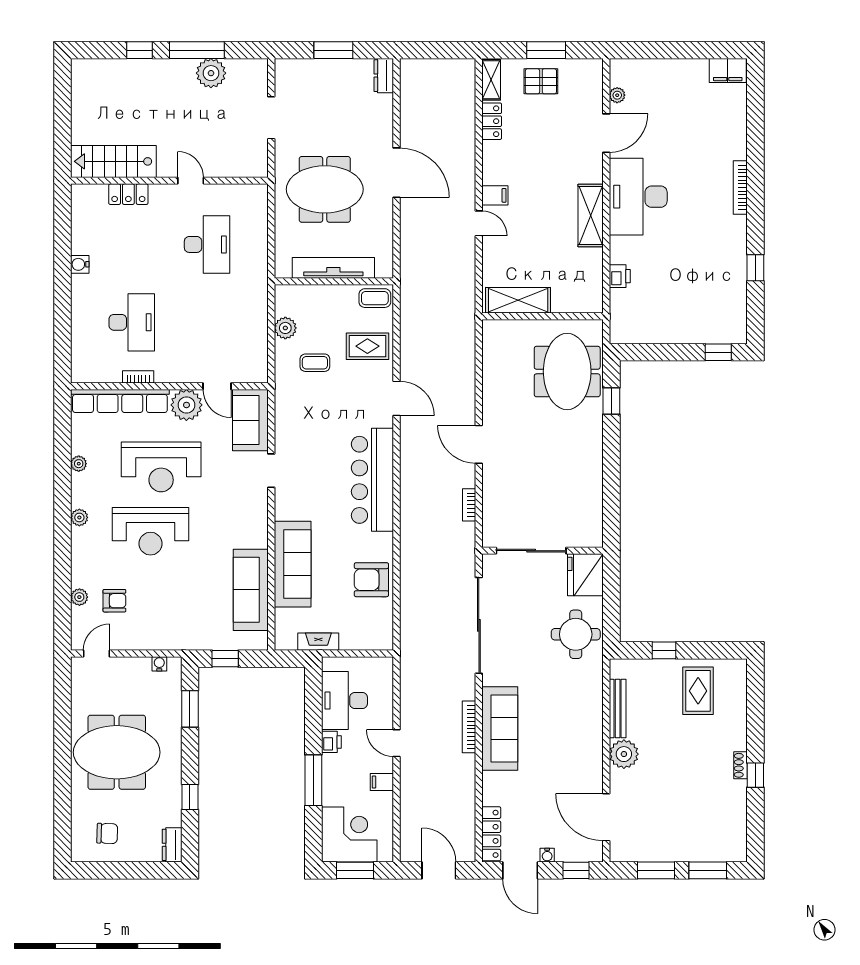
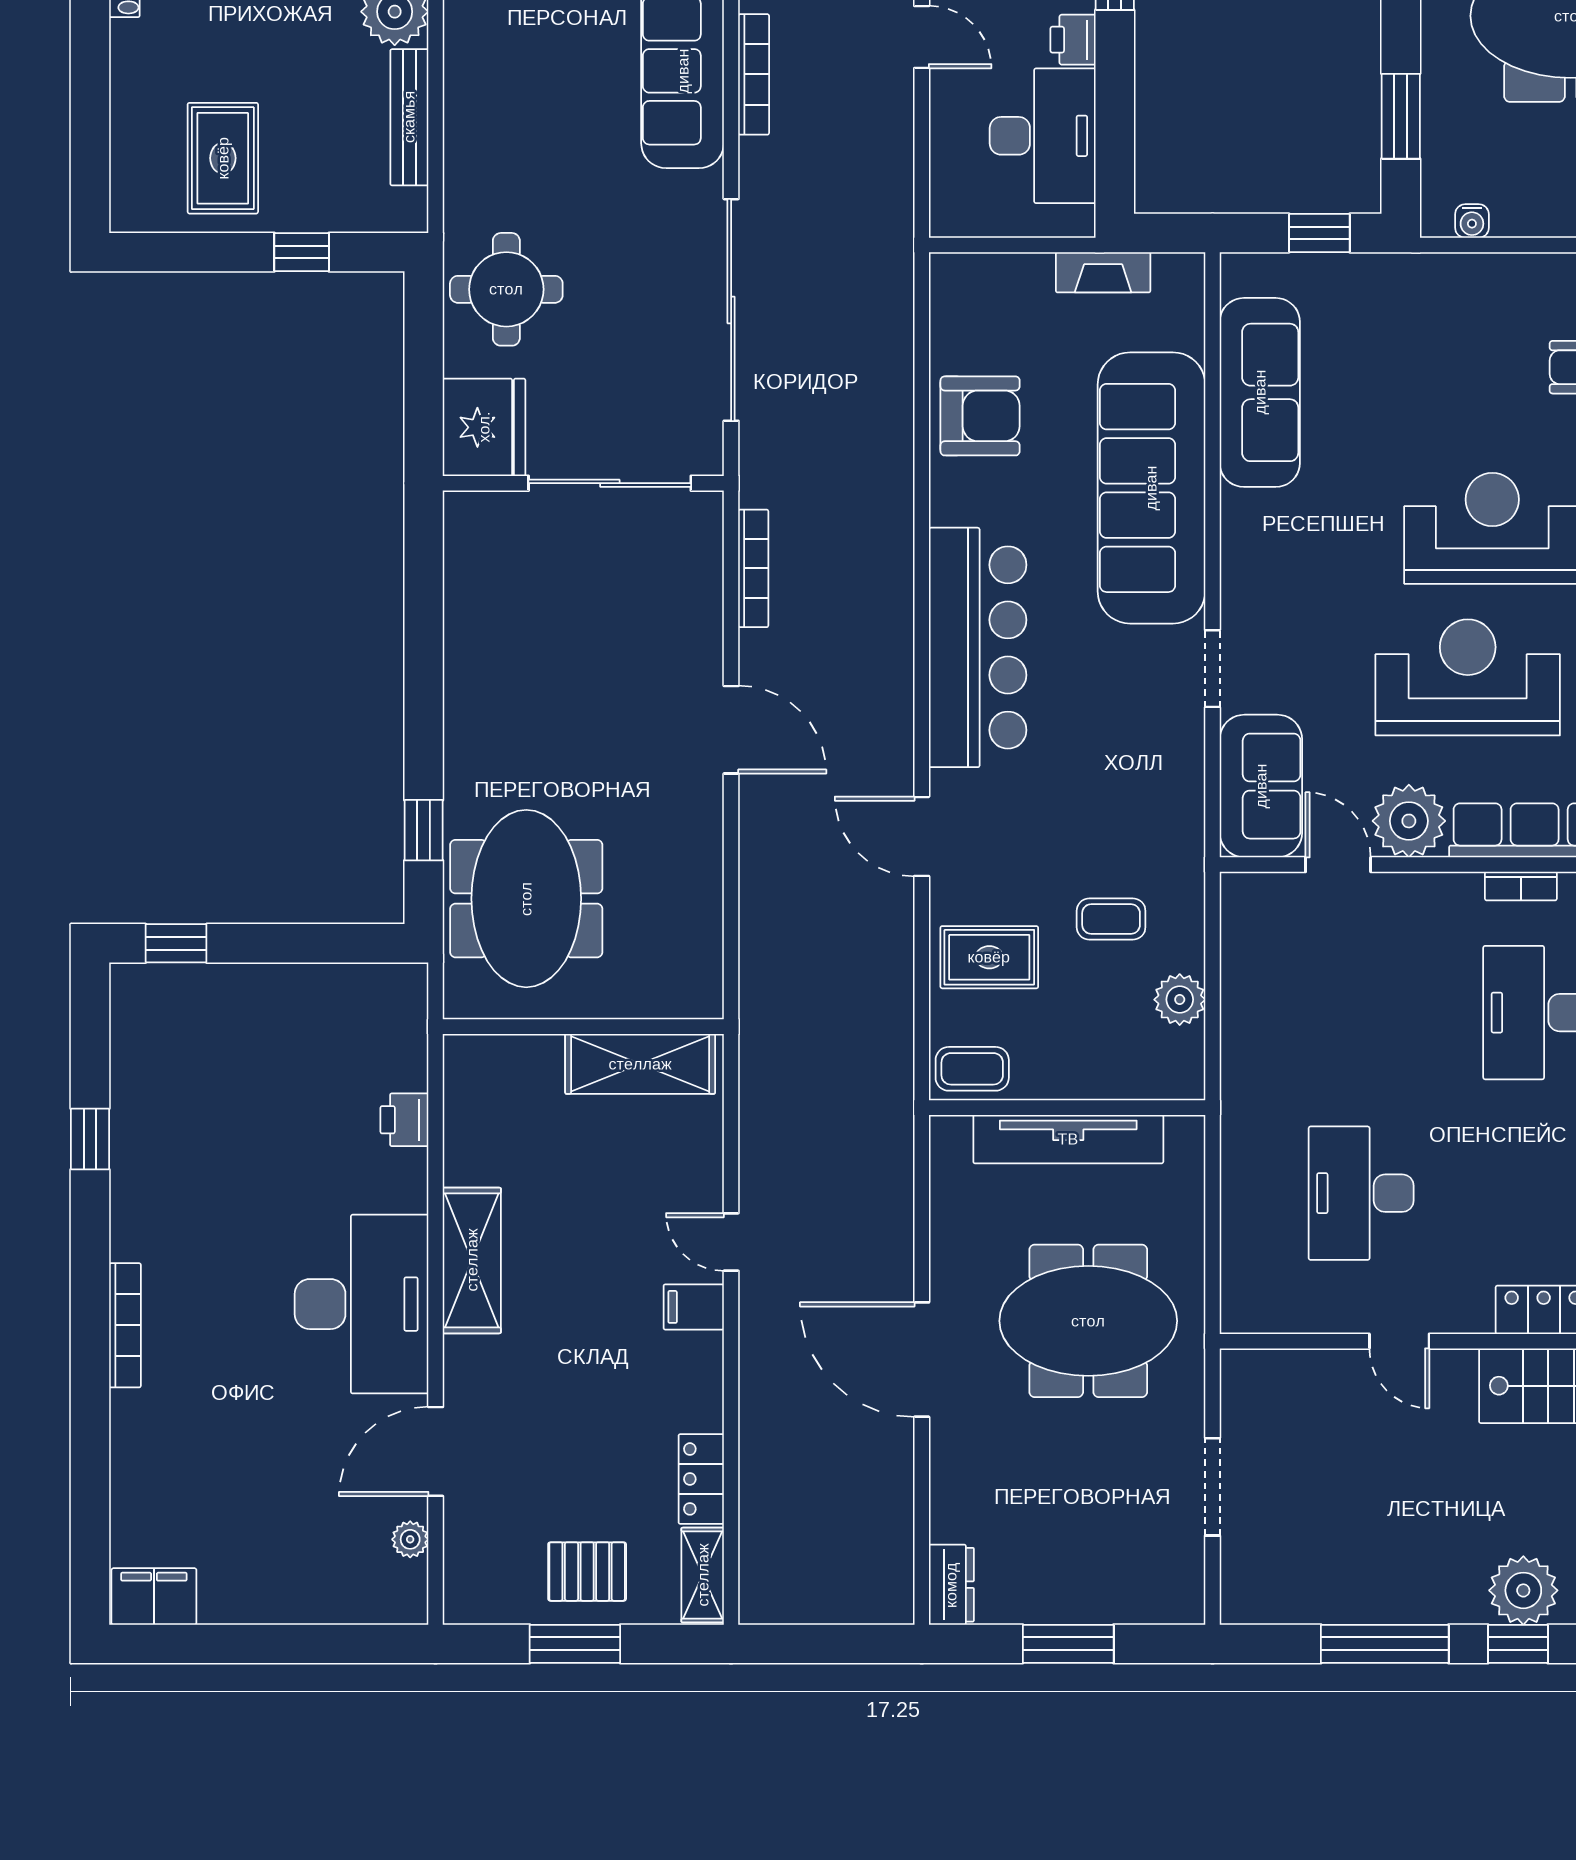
plant: (211, 73) -> (1523, 1590), moved
bookcase: (469, 505) -> (753, 568), width x1.56
sofa: (293, 564) -> (1151, 488), width x1.36, depth x1.27

